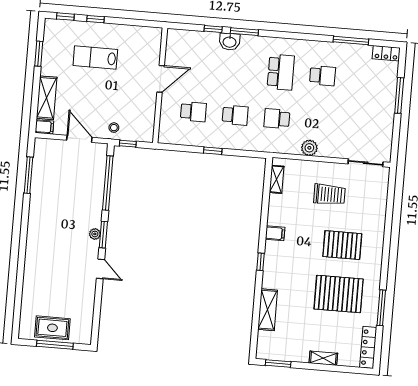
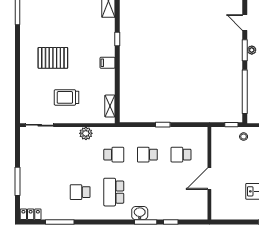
washbasin: (230, 42) -> (140, 213), moved
pallet: (339, 294) -> (53, 18), removed

